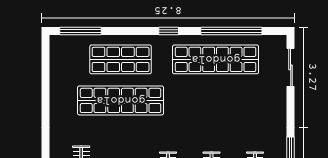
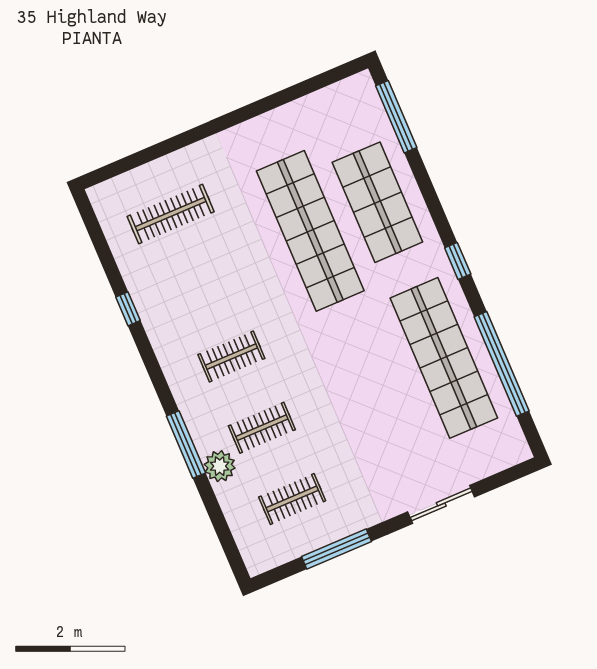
sliding door: (291, 67) -> (441, 504), moved

